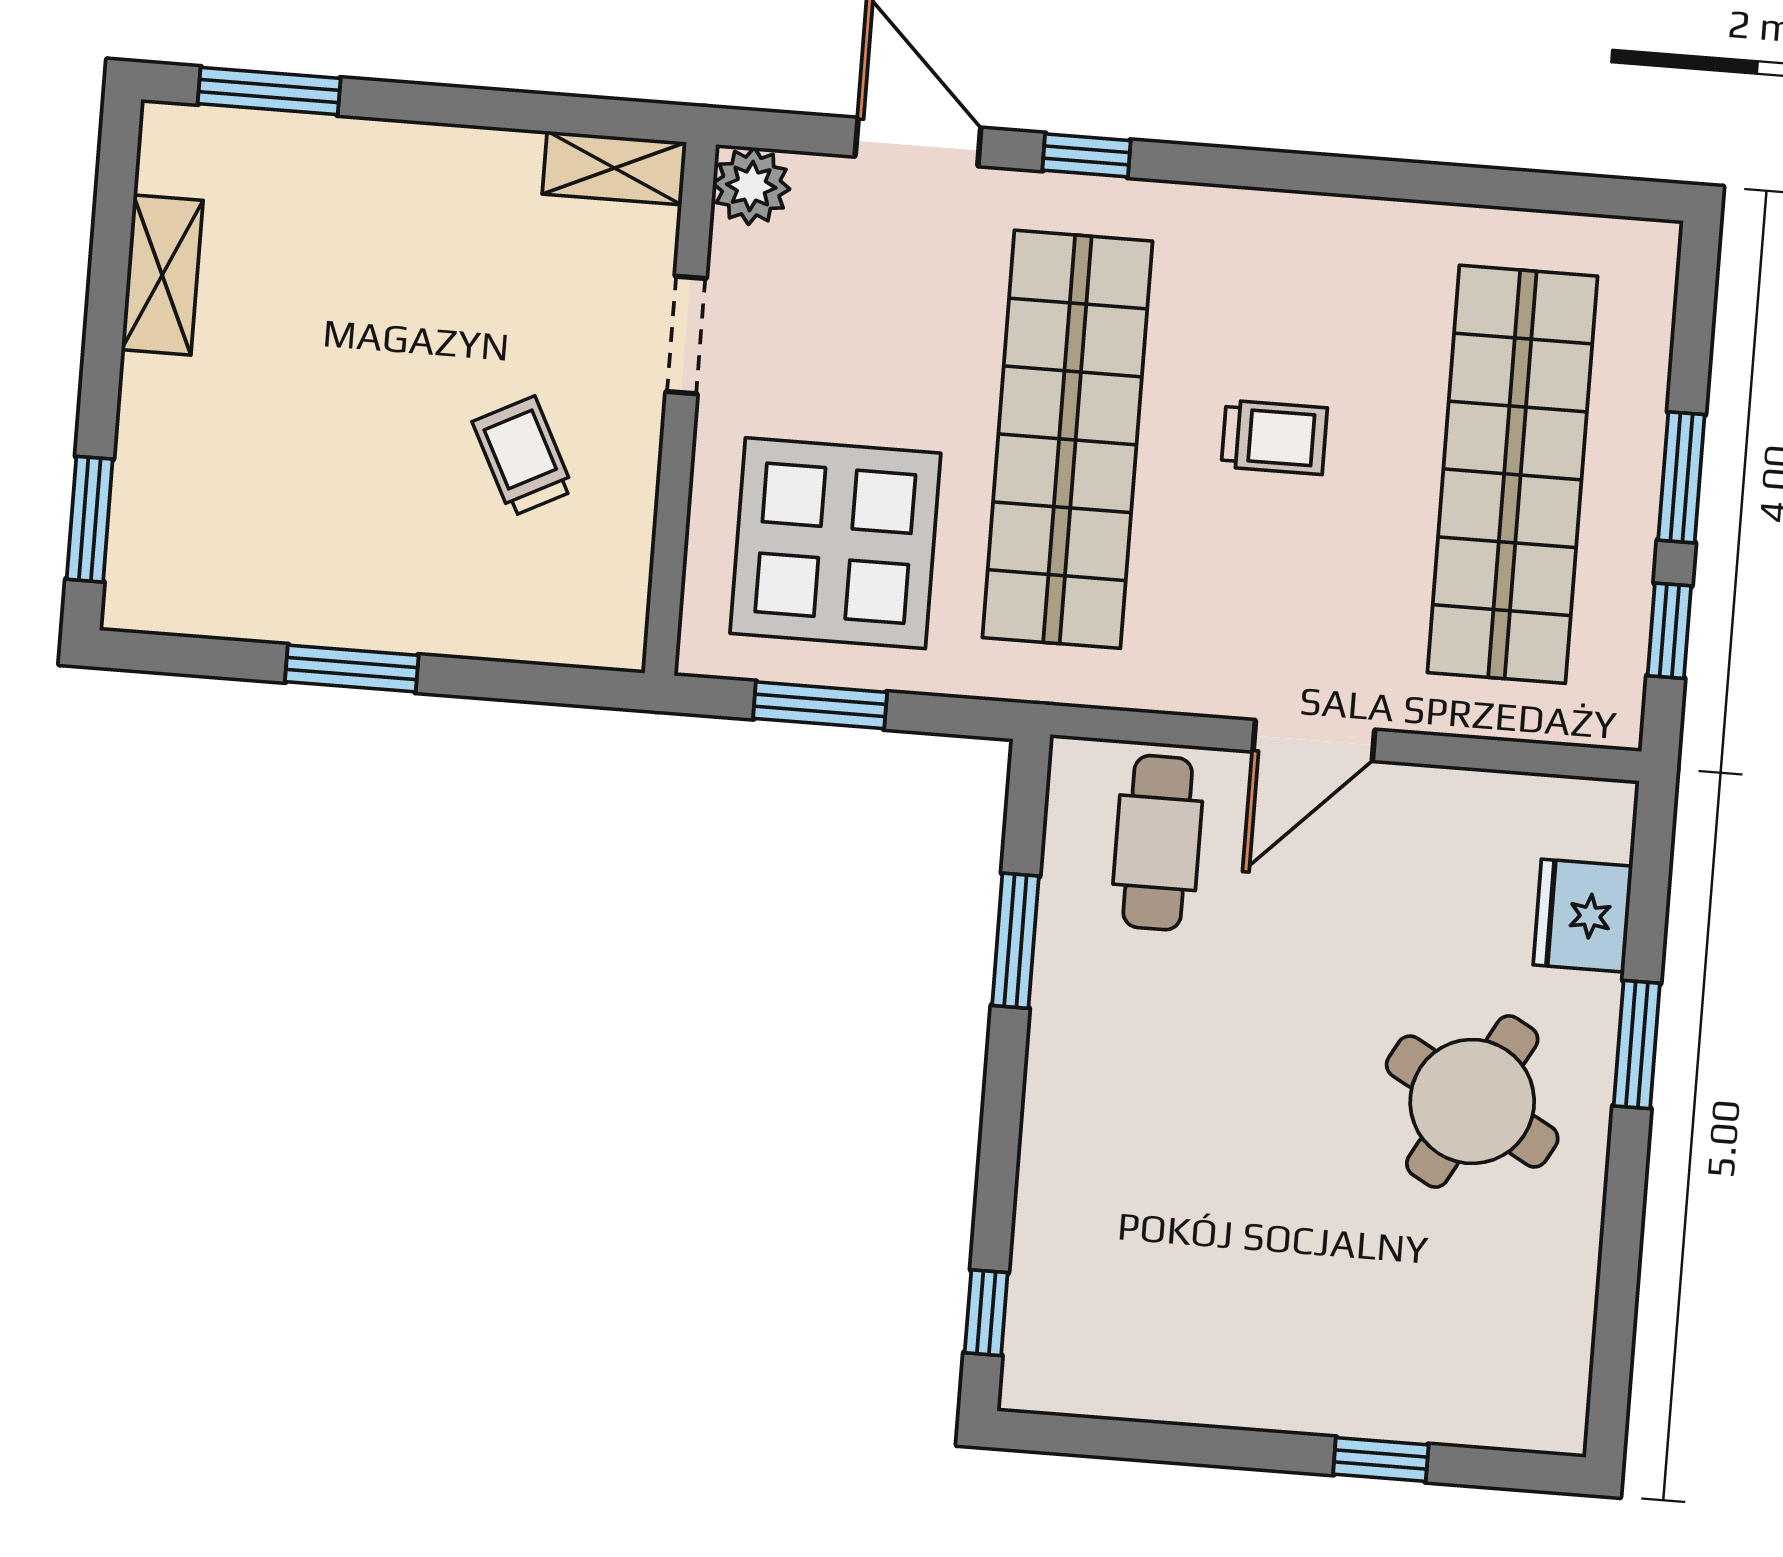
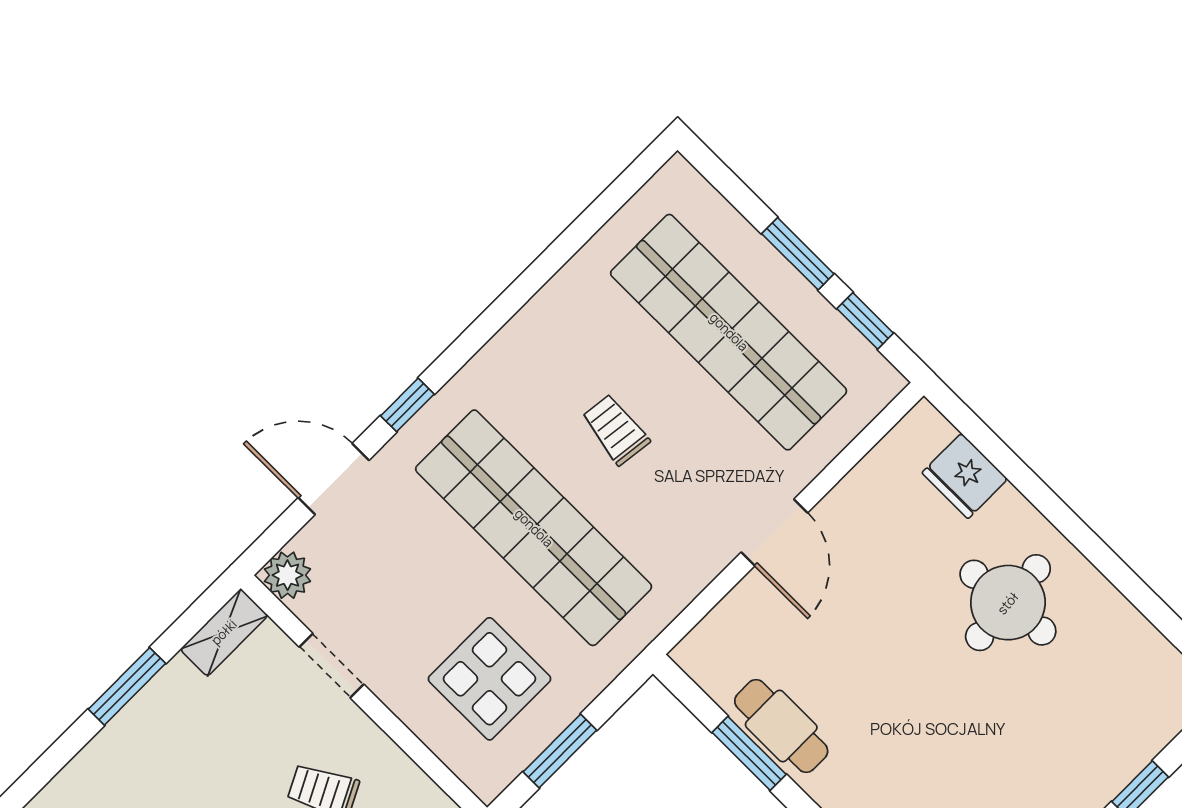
window: (269, 91) -> (127, 686), moved
trolley: (1274, 437) -> (616, 429), turned -83
display table: (835, 543) -> (489, 679), width x0.73, depth x0.73
cafe table: (1158, 843) -> (781, 726), moved
window: (1637, 1045) -> (1047, 502), removed
round table: (1472, 1101) -> (1008, 603), turned -34

